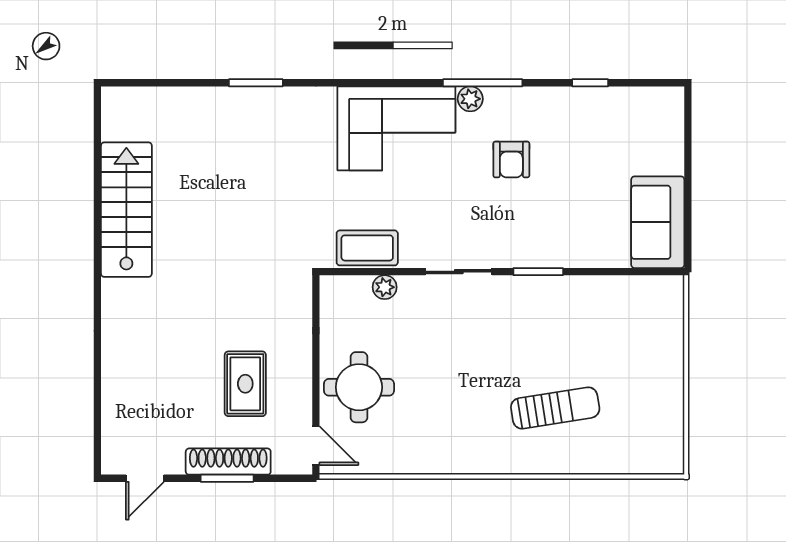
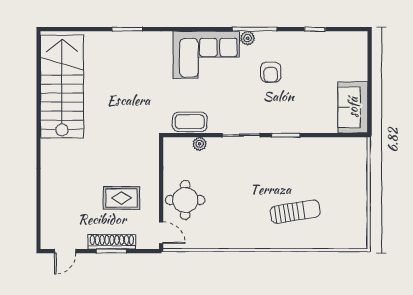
stairs: (126, 210) -> (62, 87), width x1.36, depth x1.51
rug: (245, 384) -> (121, 198), turned 90

